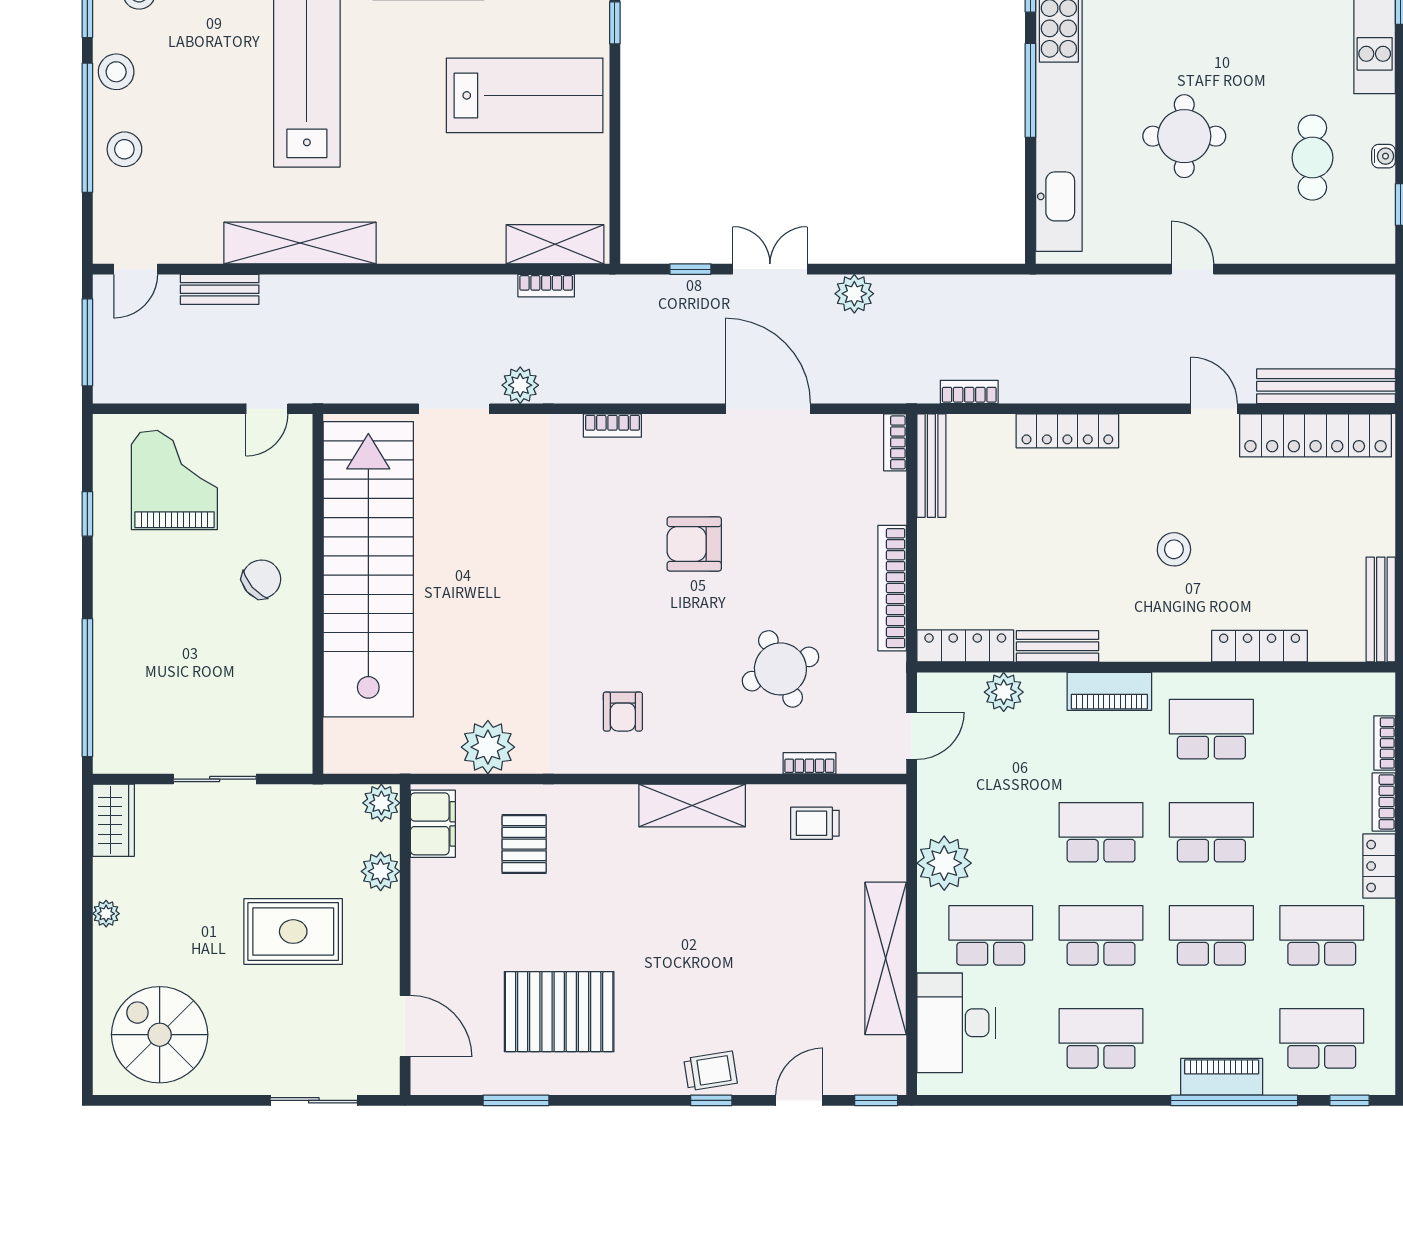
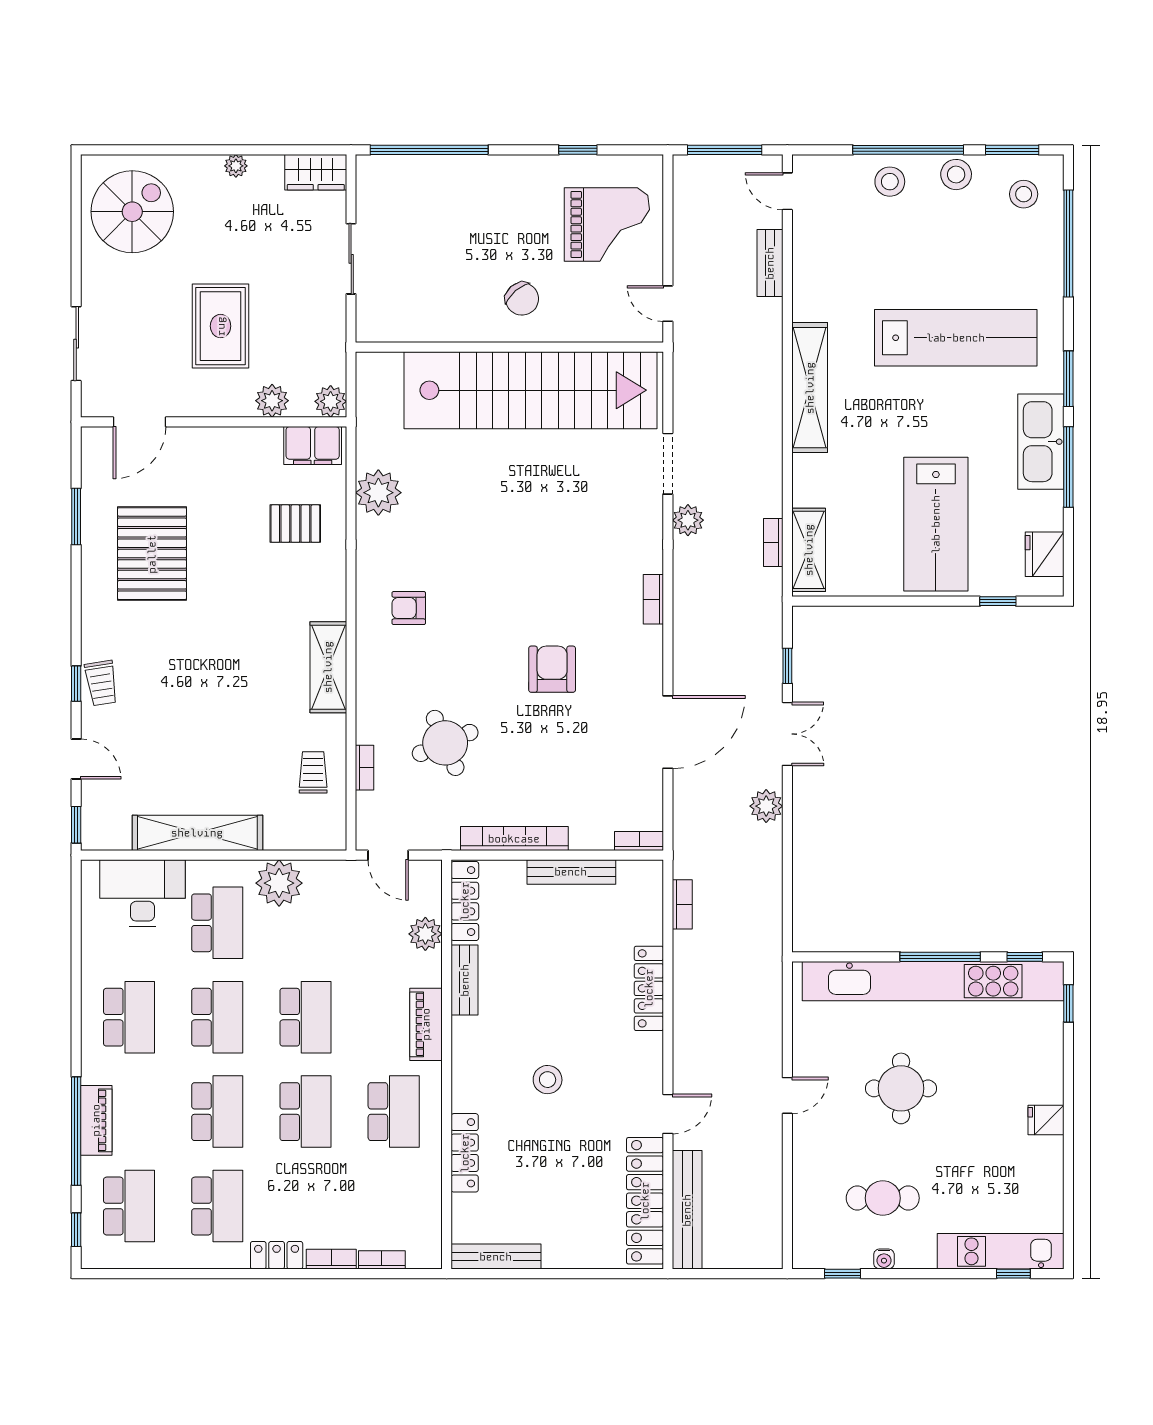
shelving: (300, 243) -> (810, 388), moved
bench: (931, 466) -> (571, 872), moved

